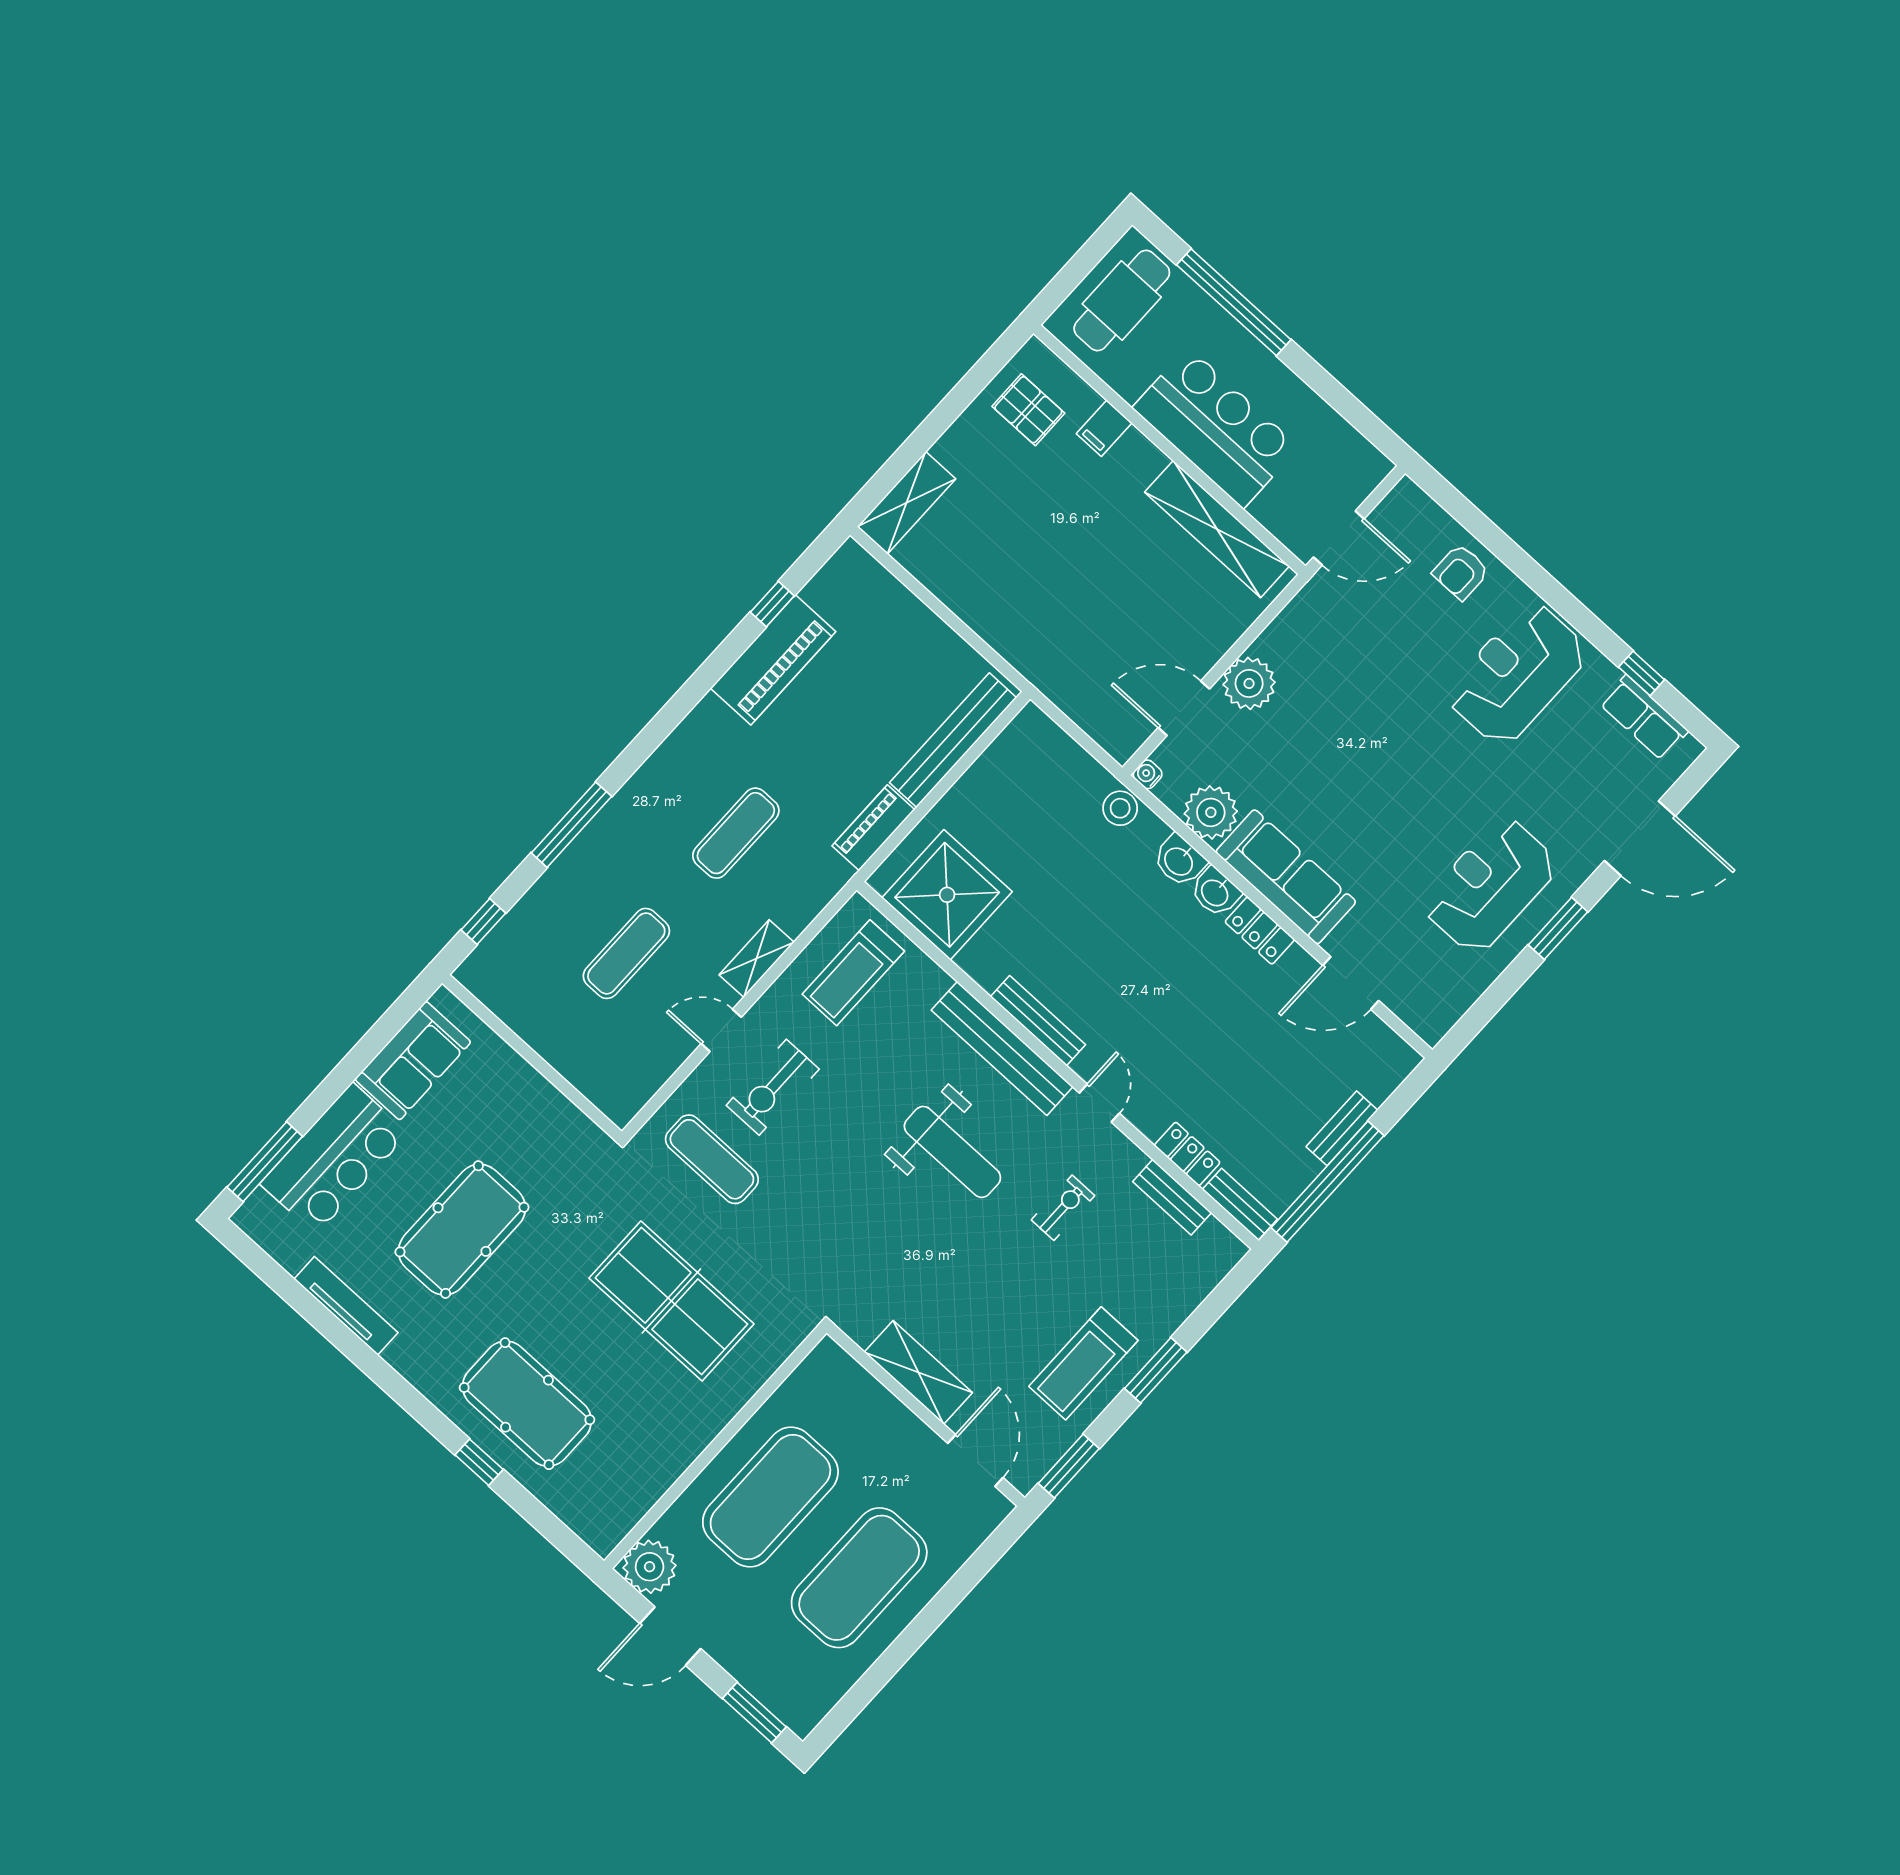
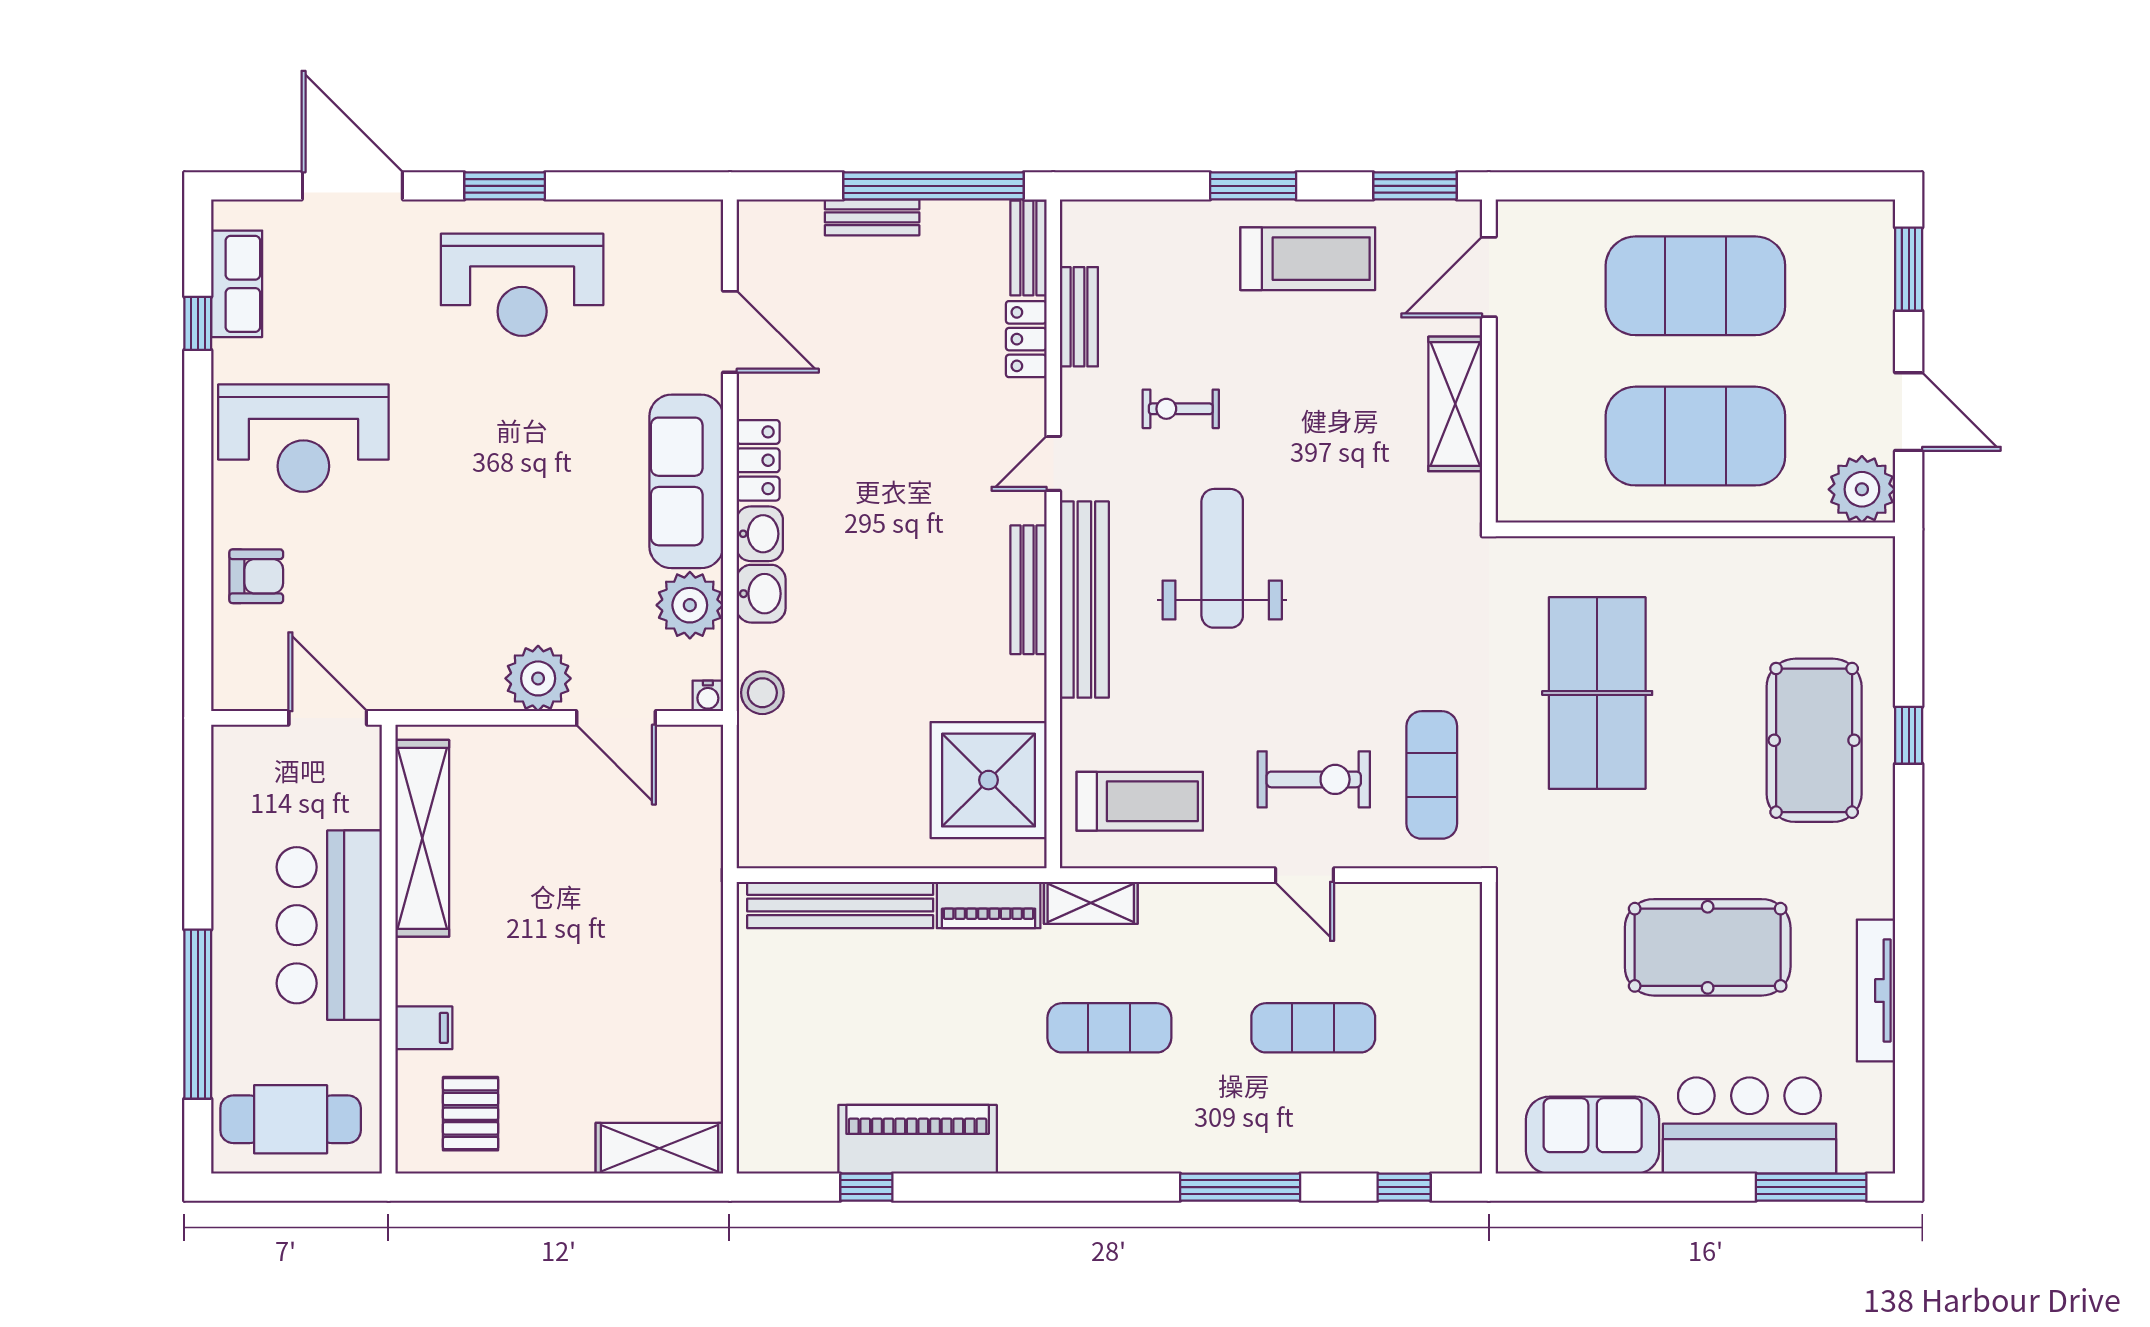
shelving: (757, 959) -> (1091, 903), moved

